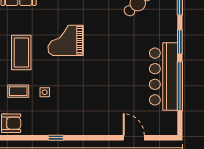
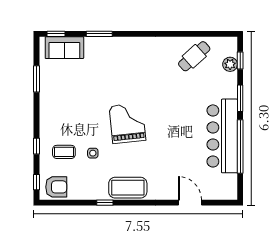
plant: (171, 11) -> (230, 64), added
grand piano: (66, 40) -> (127, 123), moved, turned 84
coffee table: (21, 53) -> (128, 188), moved, turned 90

